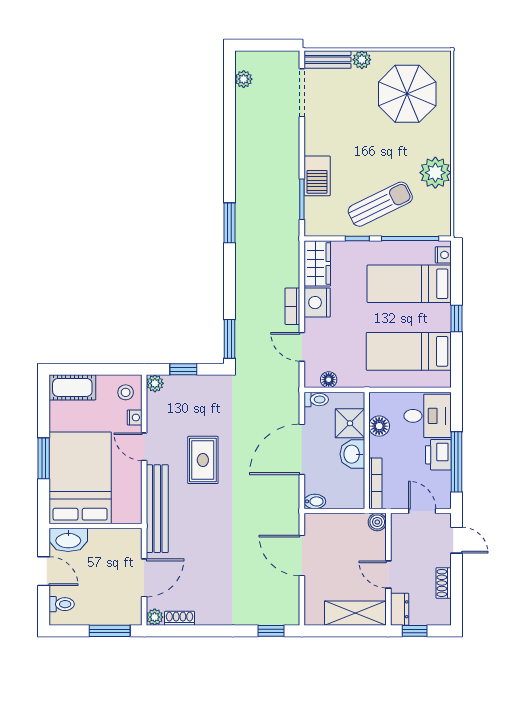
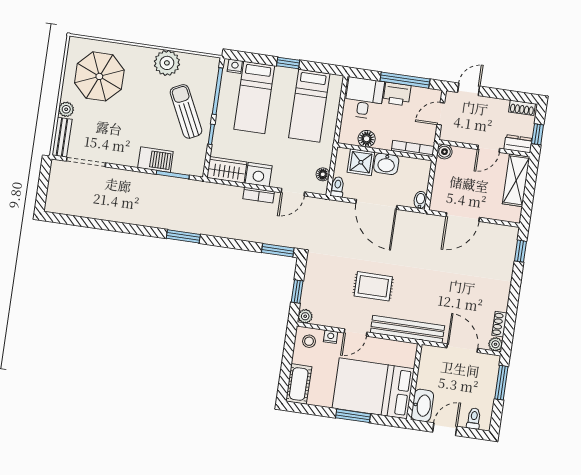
plant: (244, 79) -> (68, 208), removed
shoe rack: (444, 583) -> (522, 108), moved

